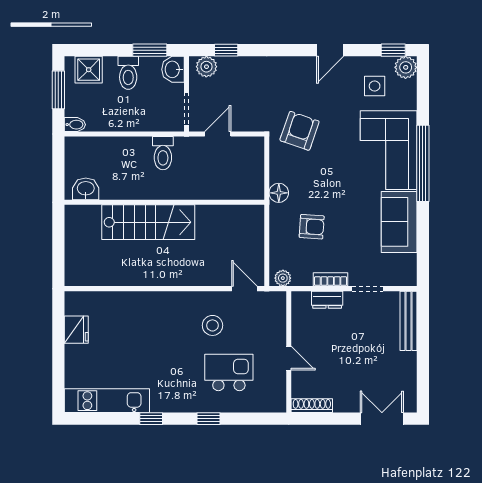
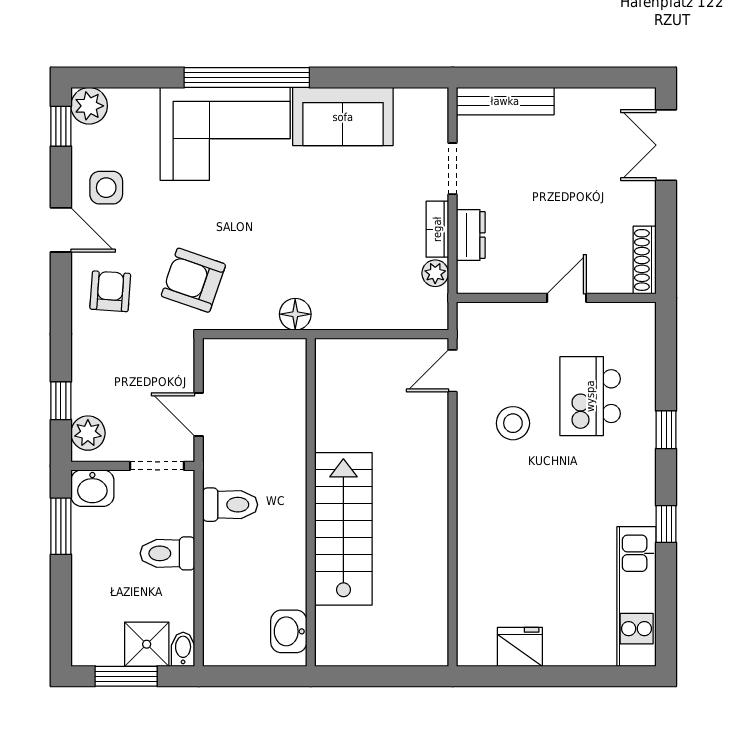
shower: (89, 70) -> (147, 644), moved
toilet: (128, 73) -> (167, 553), moved, turned 180
side table: (375, 86) -> (106, 188), moved
armchair: (312, 227) -> (110, 291), moved
plant: (283, 278) -> (435, 273), moved

